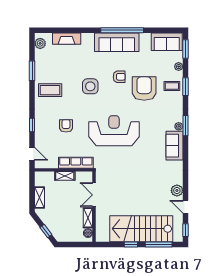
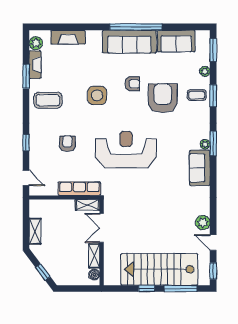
sofa: (167, 42) -> (176, 41), moved
fireplace: (40, 61) -> (35, 65), added
shelving: (65, 176) -> (87, 205), moved

